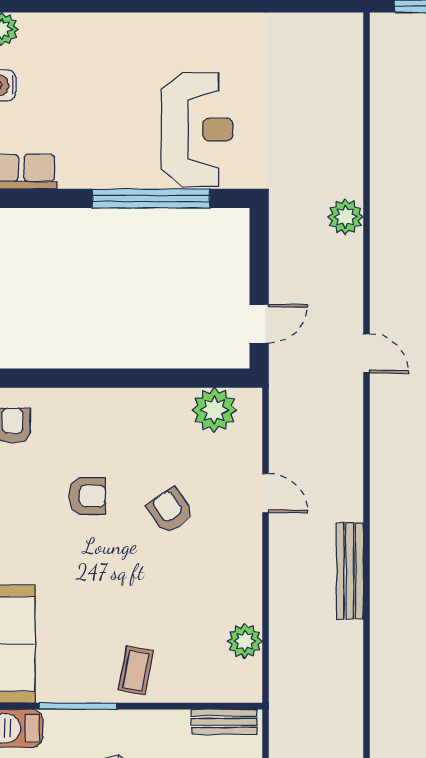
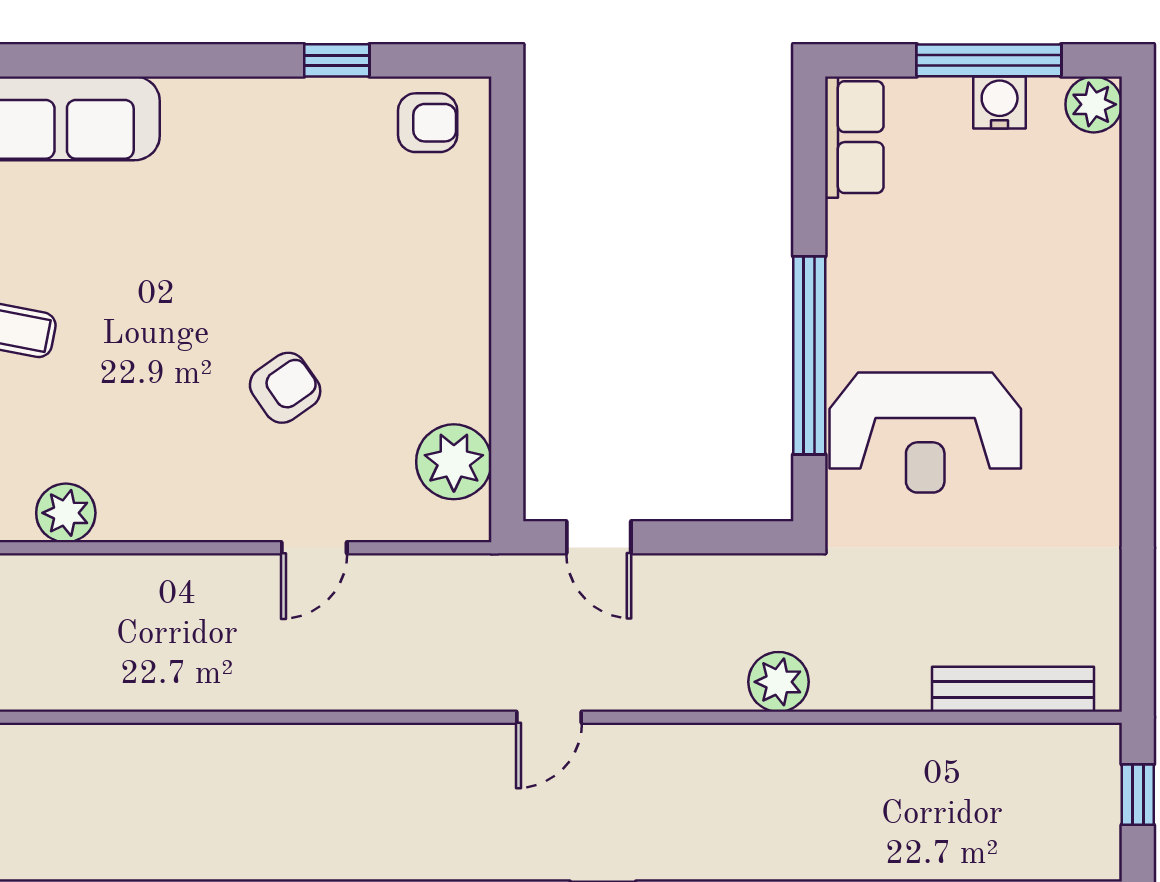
armchair: (87, 496) -> (309, 248), removed
bench: (350, 571) -> (1013, 689), moved

